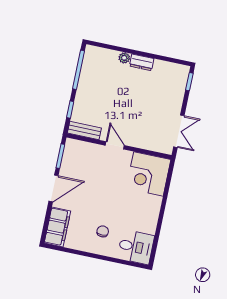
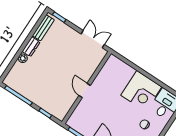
bench: (84, 131) -> (43, 28), moved
door: (115, 145) -> (85, 91), hinge flipped
corner desk: (148, 174) -> (141, 91), moved

